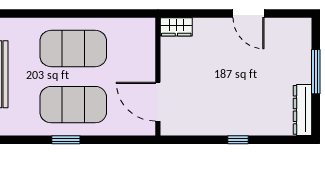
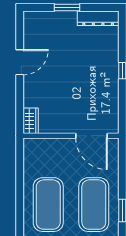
window: (316, 72) -> (67, 8), width x0.69
door: (158, 102) -> (91, 136), hinge flipped

